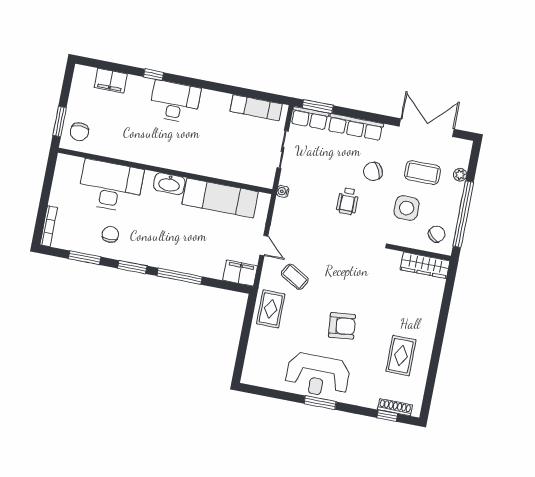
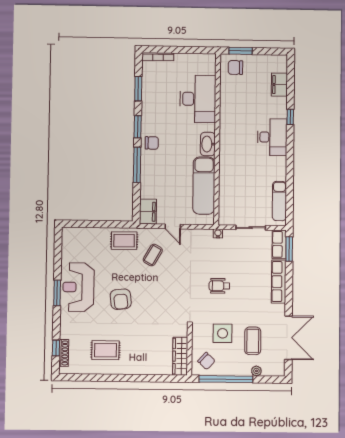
chair: (373, 171) -> (246, 302), removed
chair: (110, 234) -> (152, 143), moved
door: (264, 246) -> (173, 226), hinge flipped

